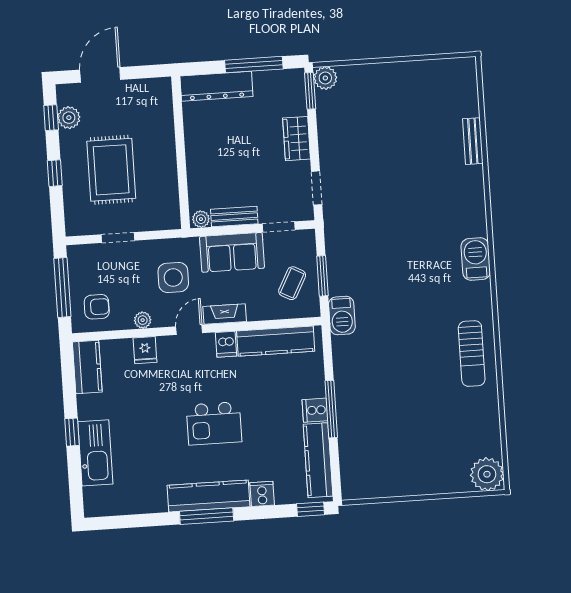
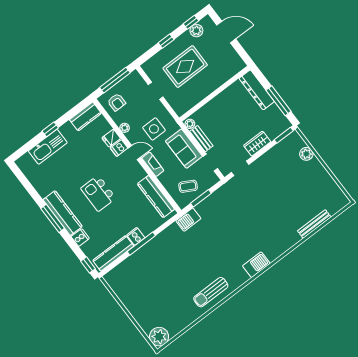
plant: (325, 78) -> (306, 154), moved
bench: (473, 141) -> (314, 224), width x1.36
dishwasher: (226, 344) -> (119, 148), moved

